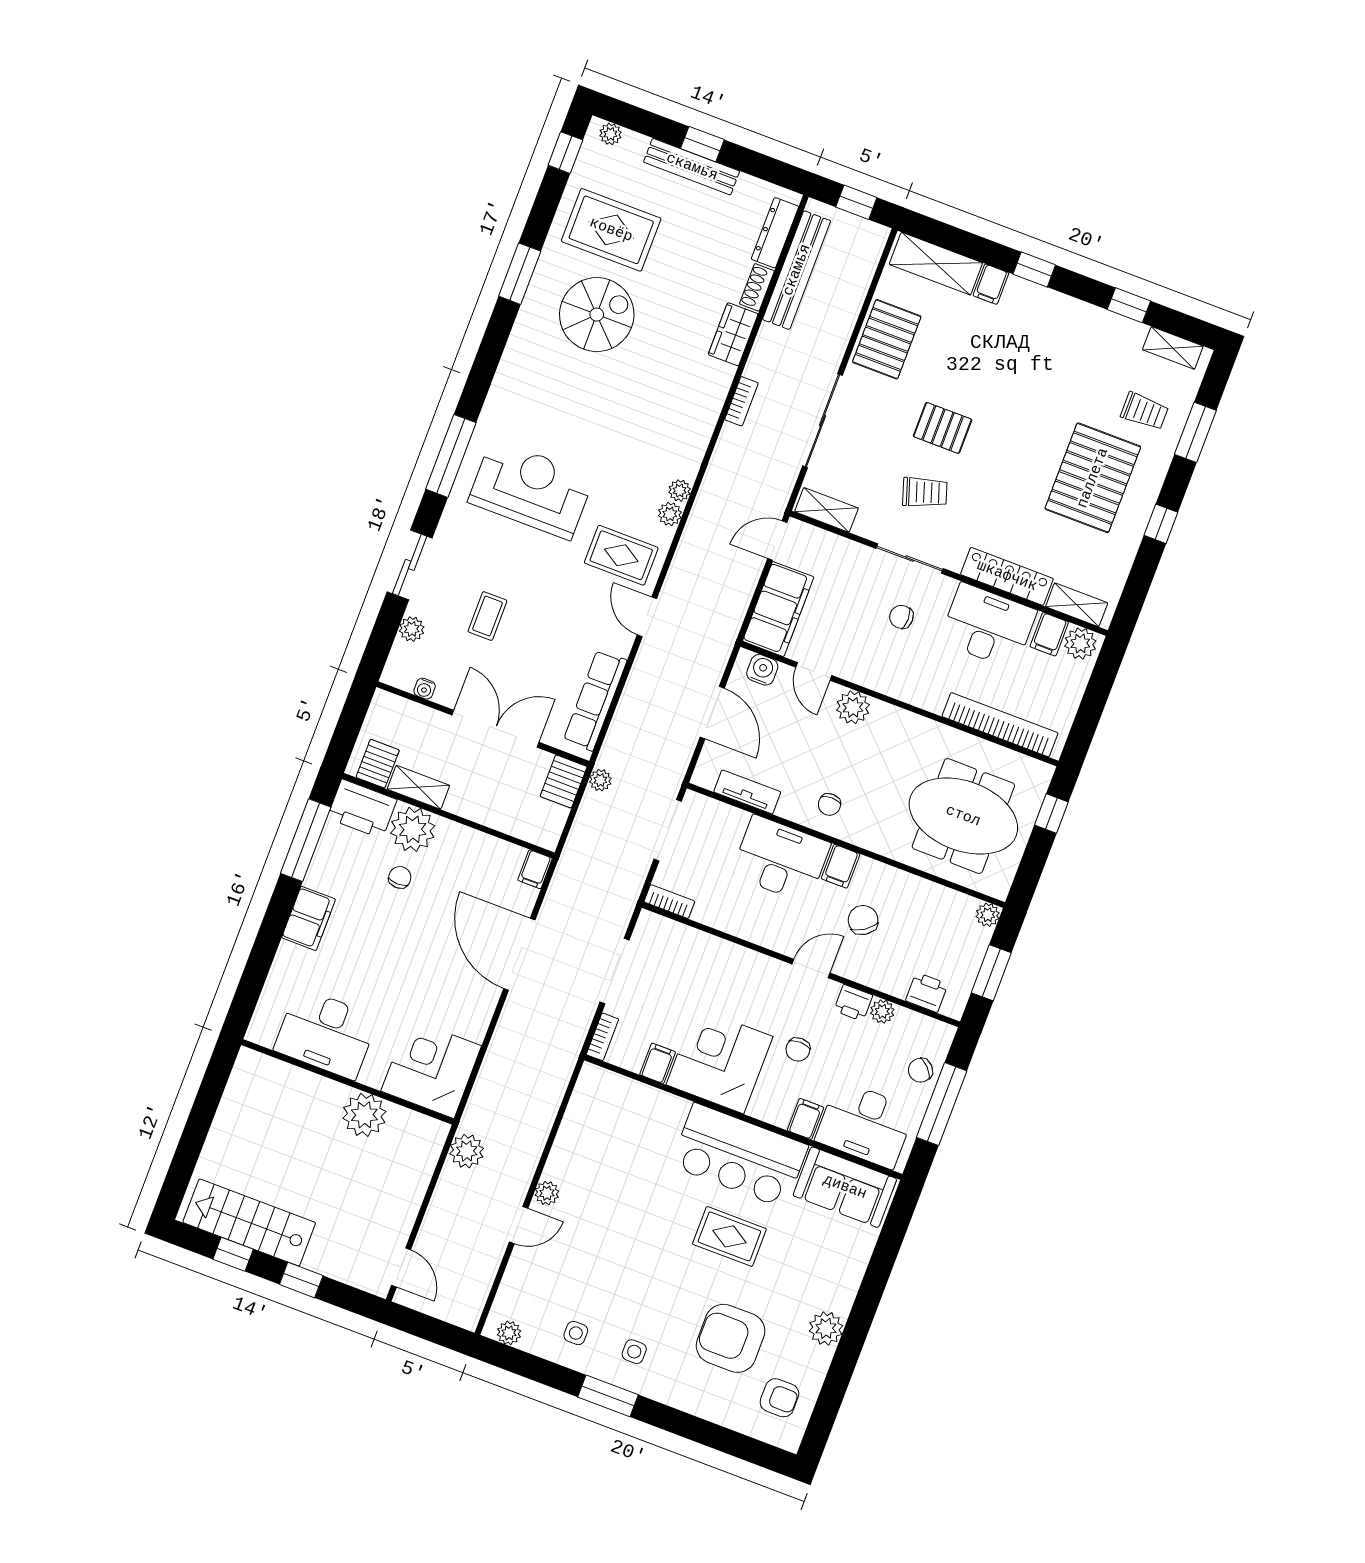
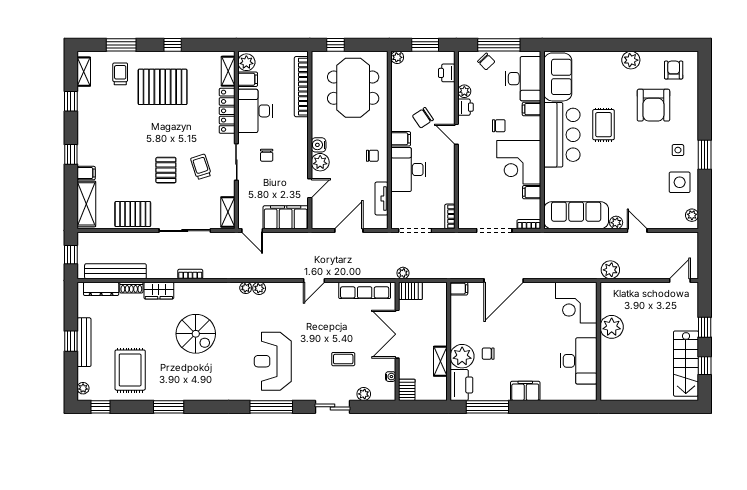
spiral stairs: (597, 315) -> (196, 334), moved, turned 180
rug: (621, 555) -> (288, 305), removed
water cooler: (762, 670) -> (319, 145), moved
server rack: (378, 764) -> (407, 390), moved, turned 90
sofa: (587, 1127) -> (576, 215), added
side table: (576, 1333) -> (680, 182), width x1.87, depth x1.87

